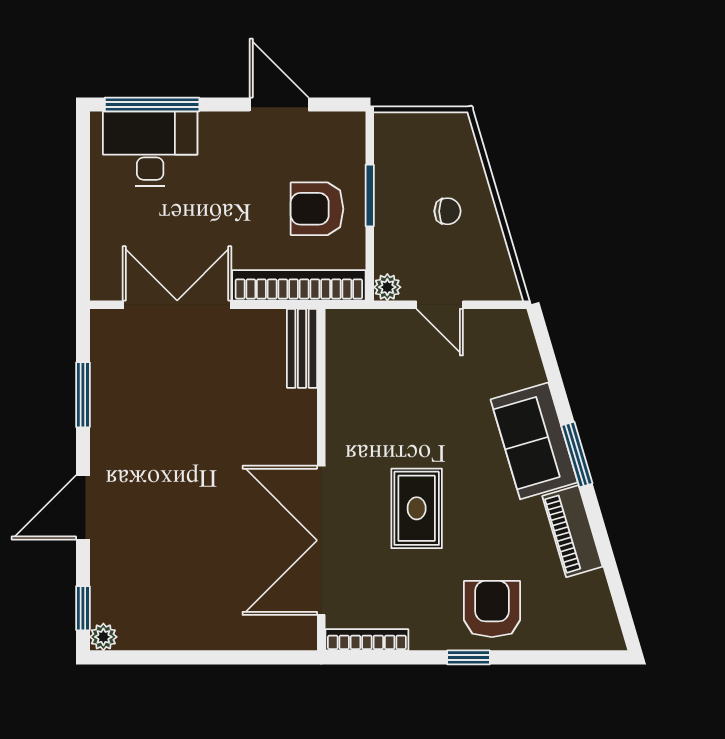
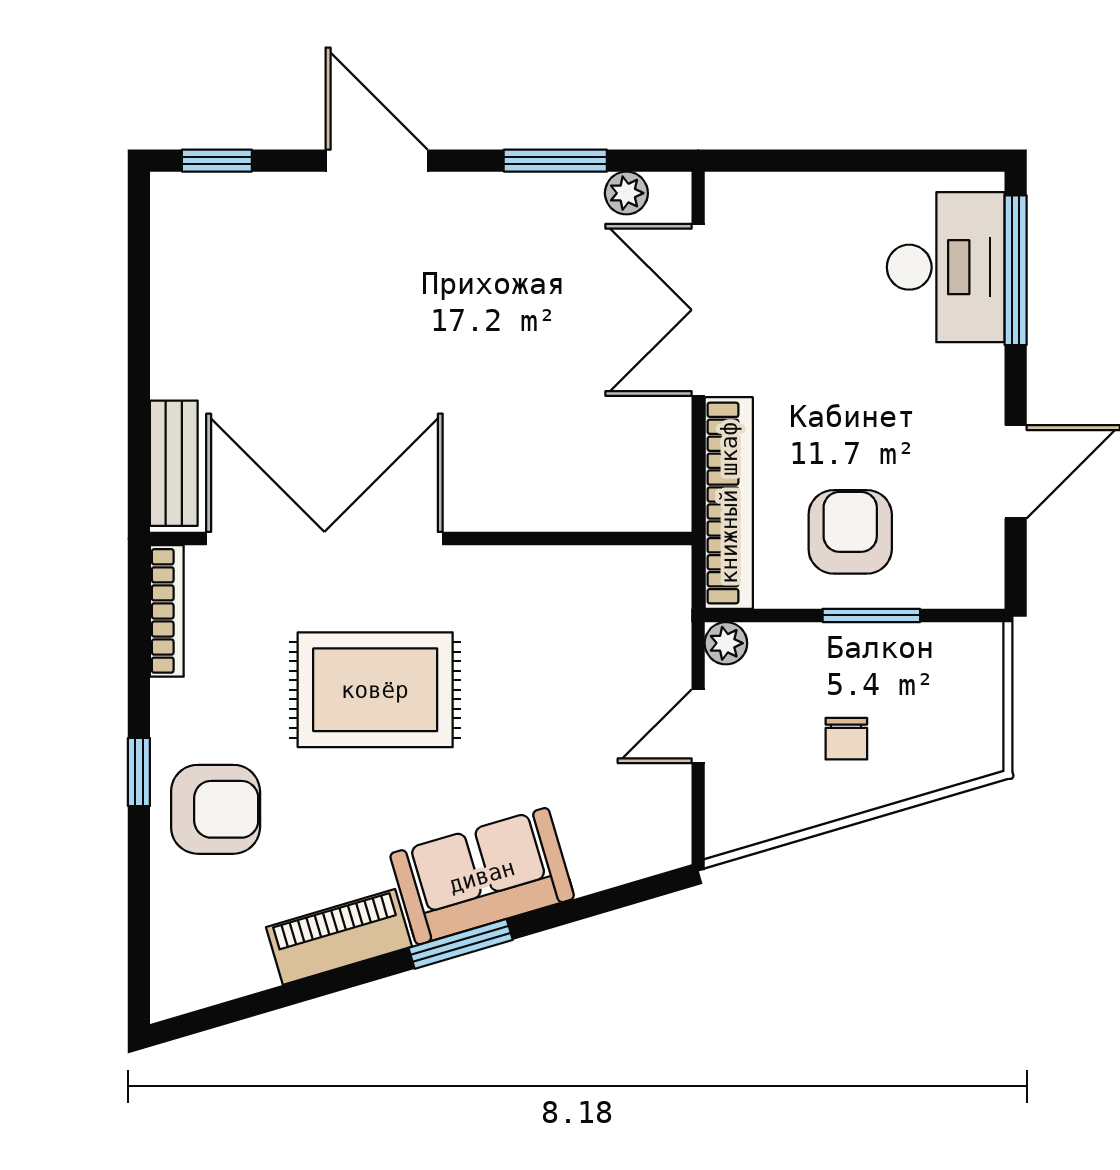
double door: (177, 305) -> (698, 310), swing flipped
bench: (302, 348) -> (174, 463), moved, turned 90
rug: (417, 508) -> (375, 690), width x1.36, depth x1.43
plant: (103, 637) -> (626, 193), moved

